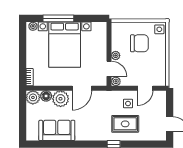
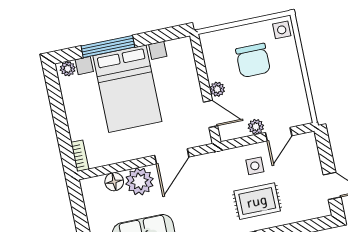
chair: (139, 43) -> (253, 60), turned 90
plant: (116, 81) -> (256, 127), moved
plant: (33, 97) -> (93, 189), removed

